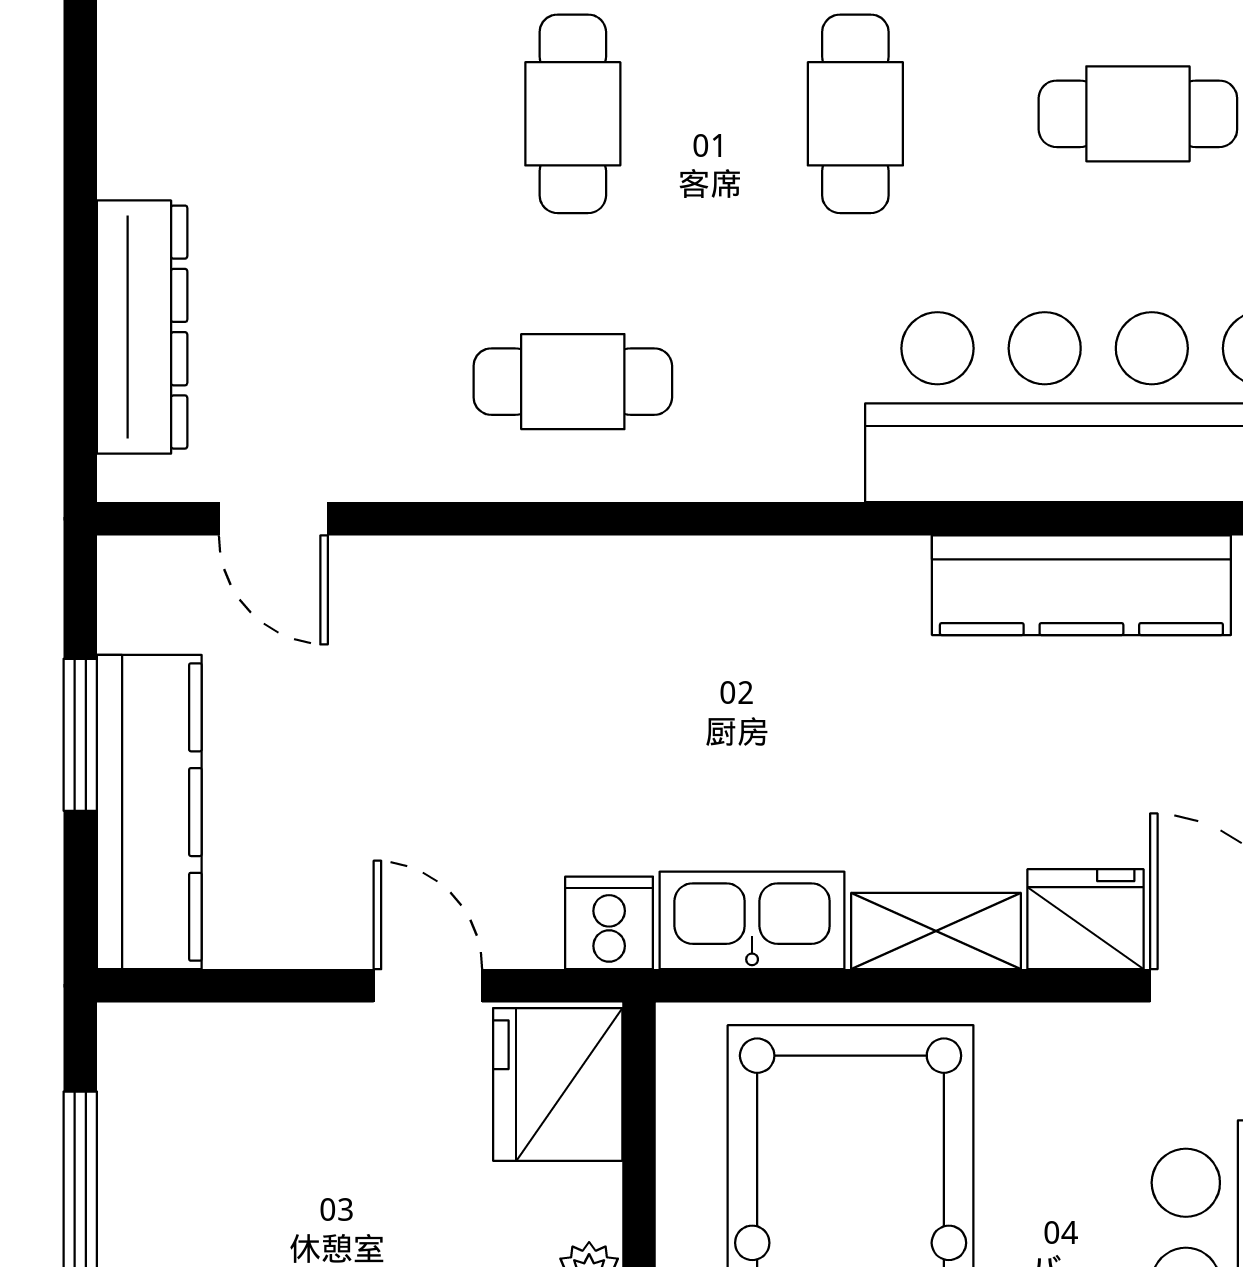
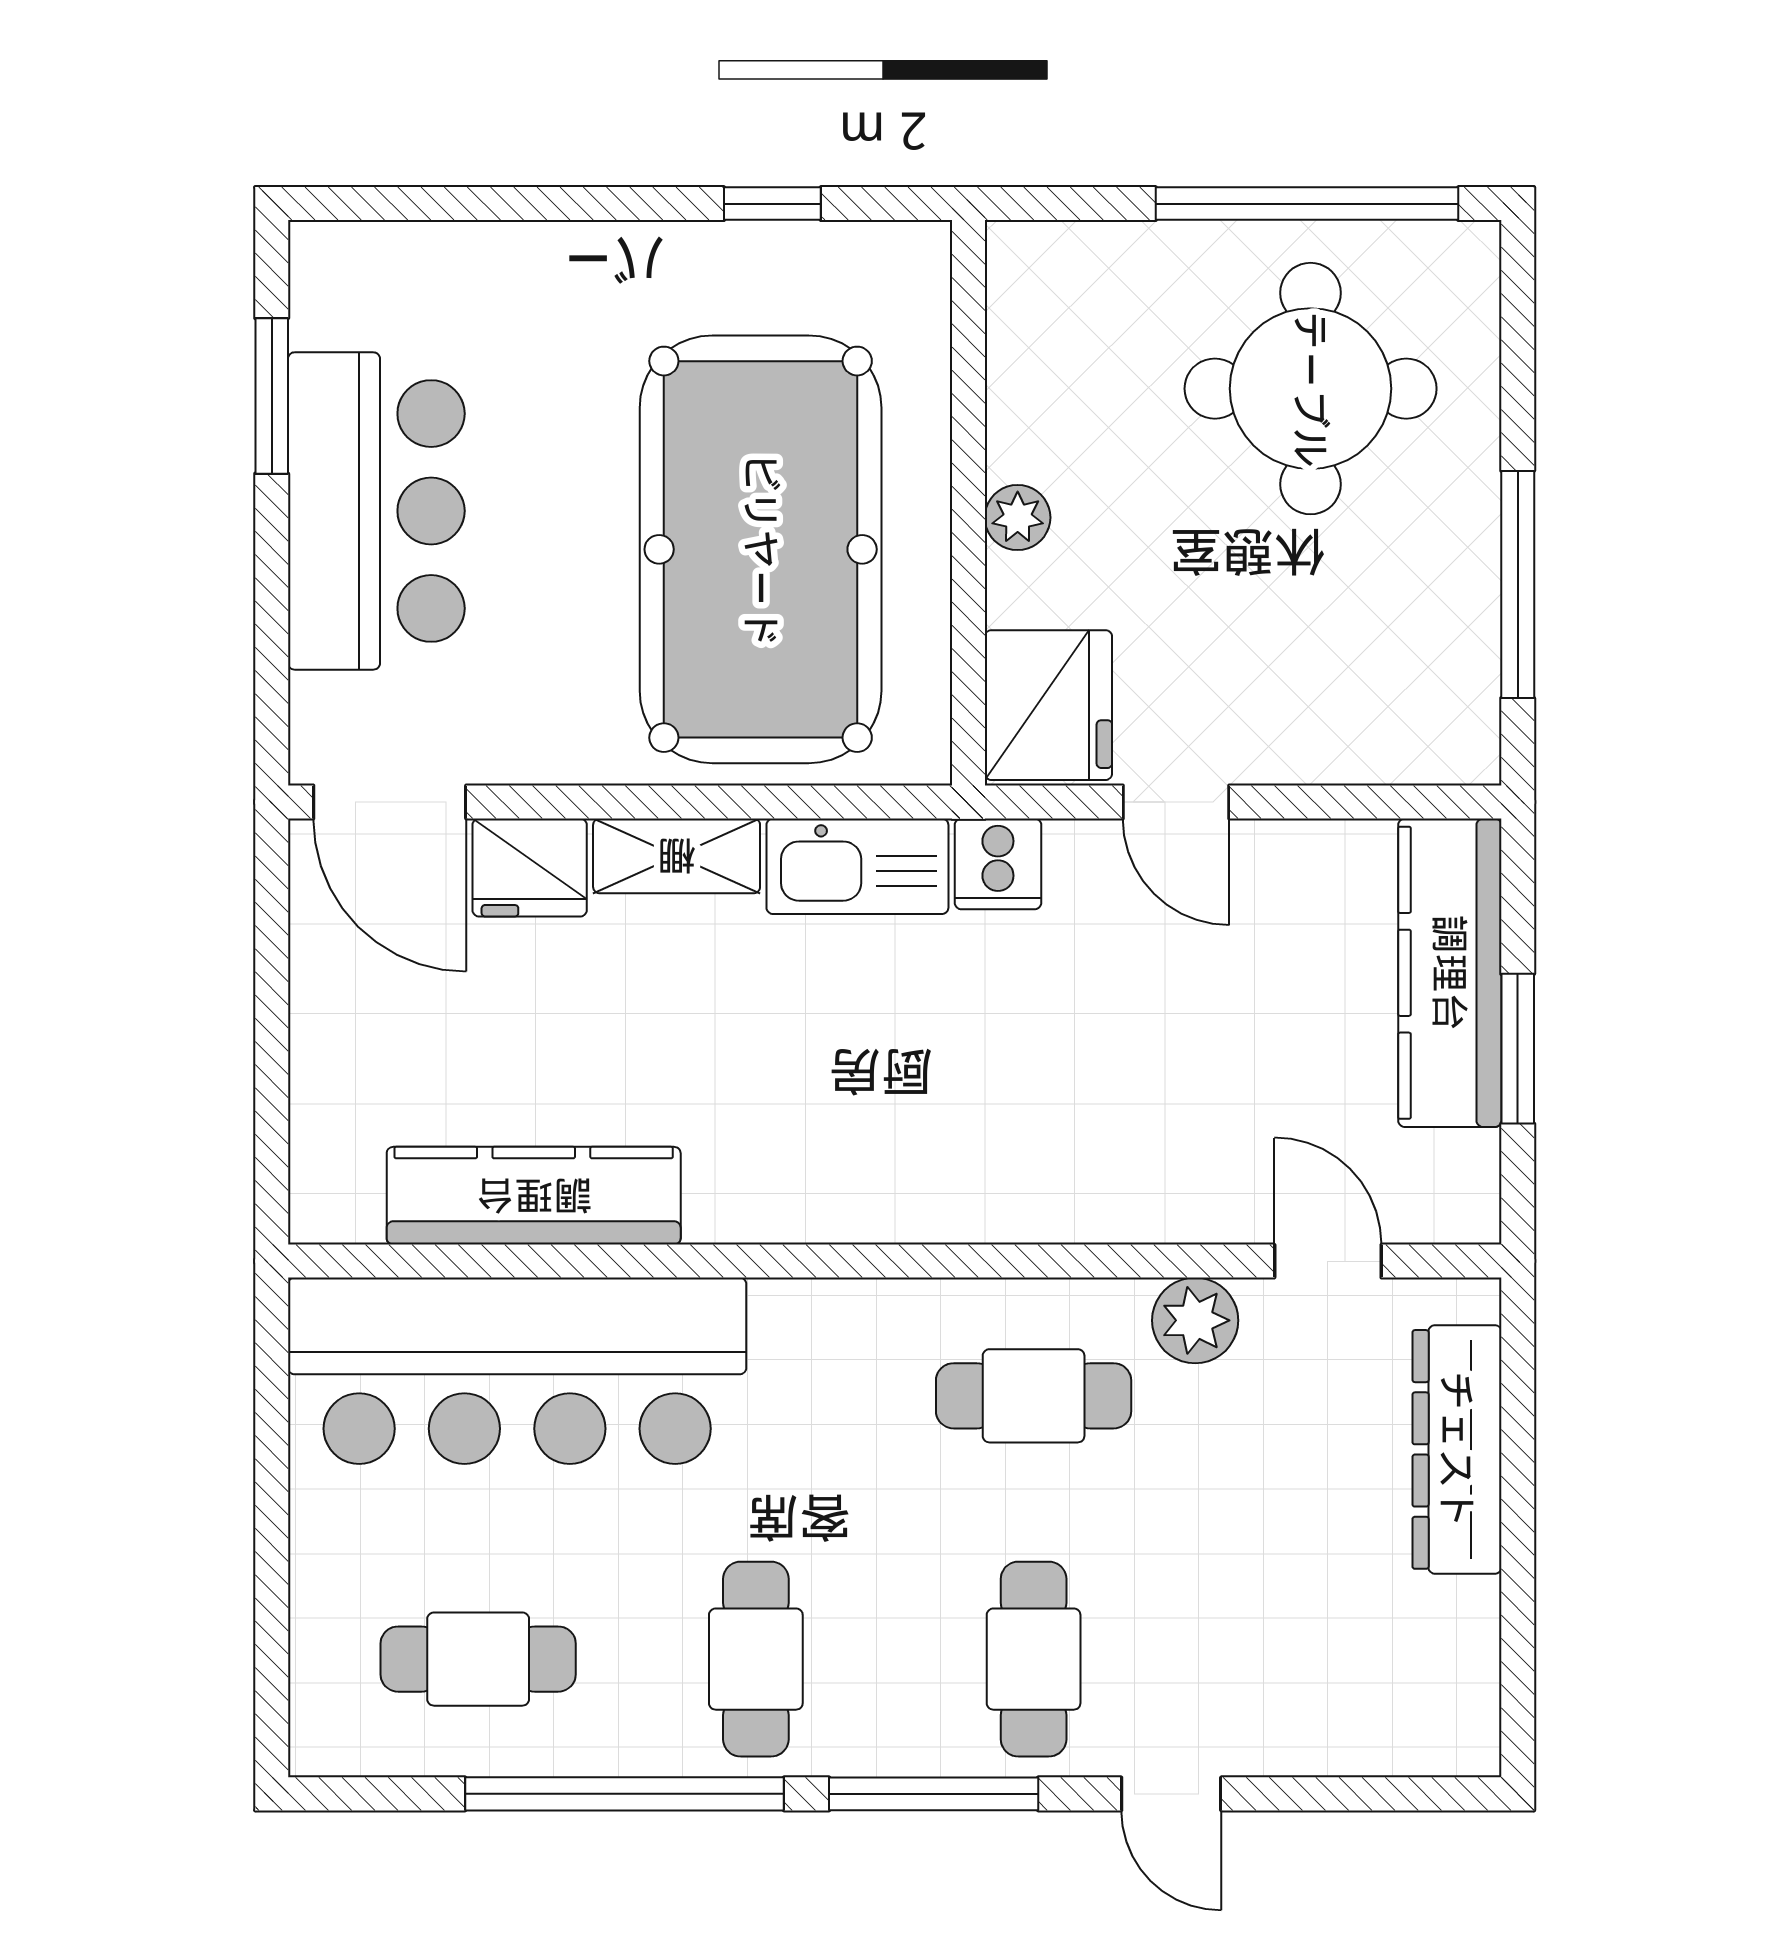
plant: (408, 458) -> (1195, 1320), added

